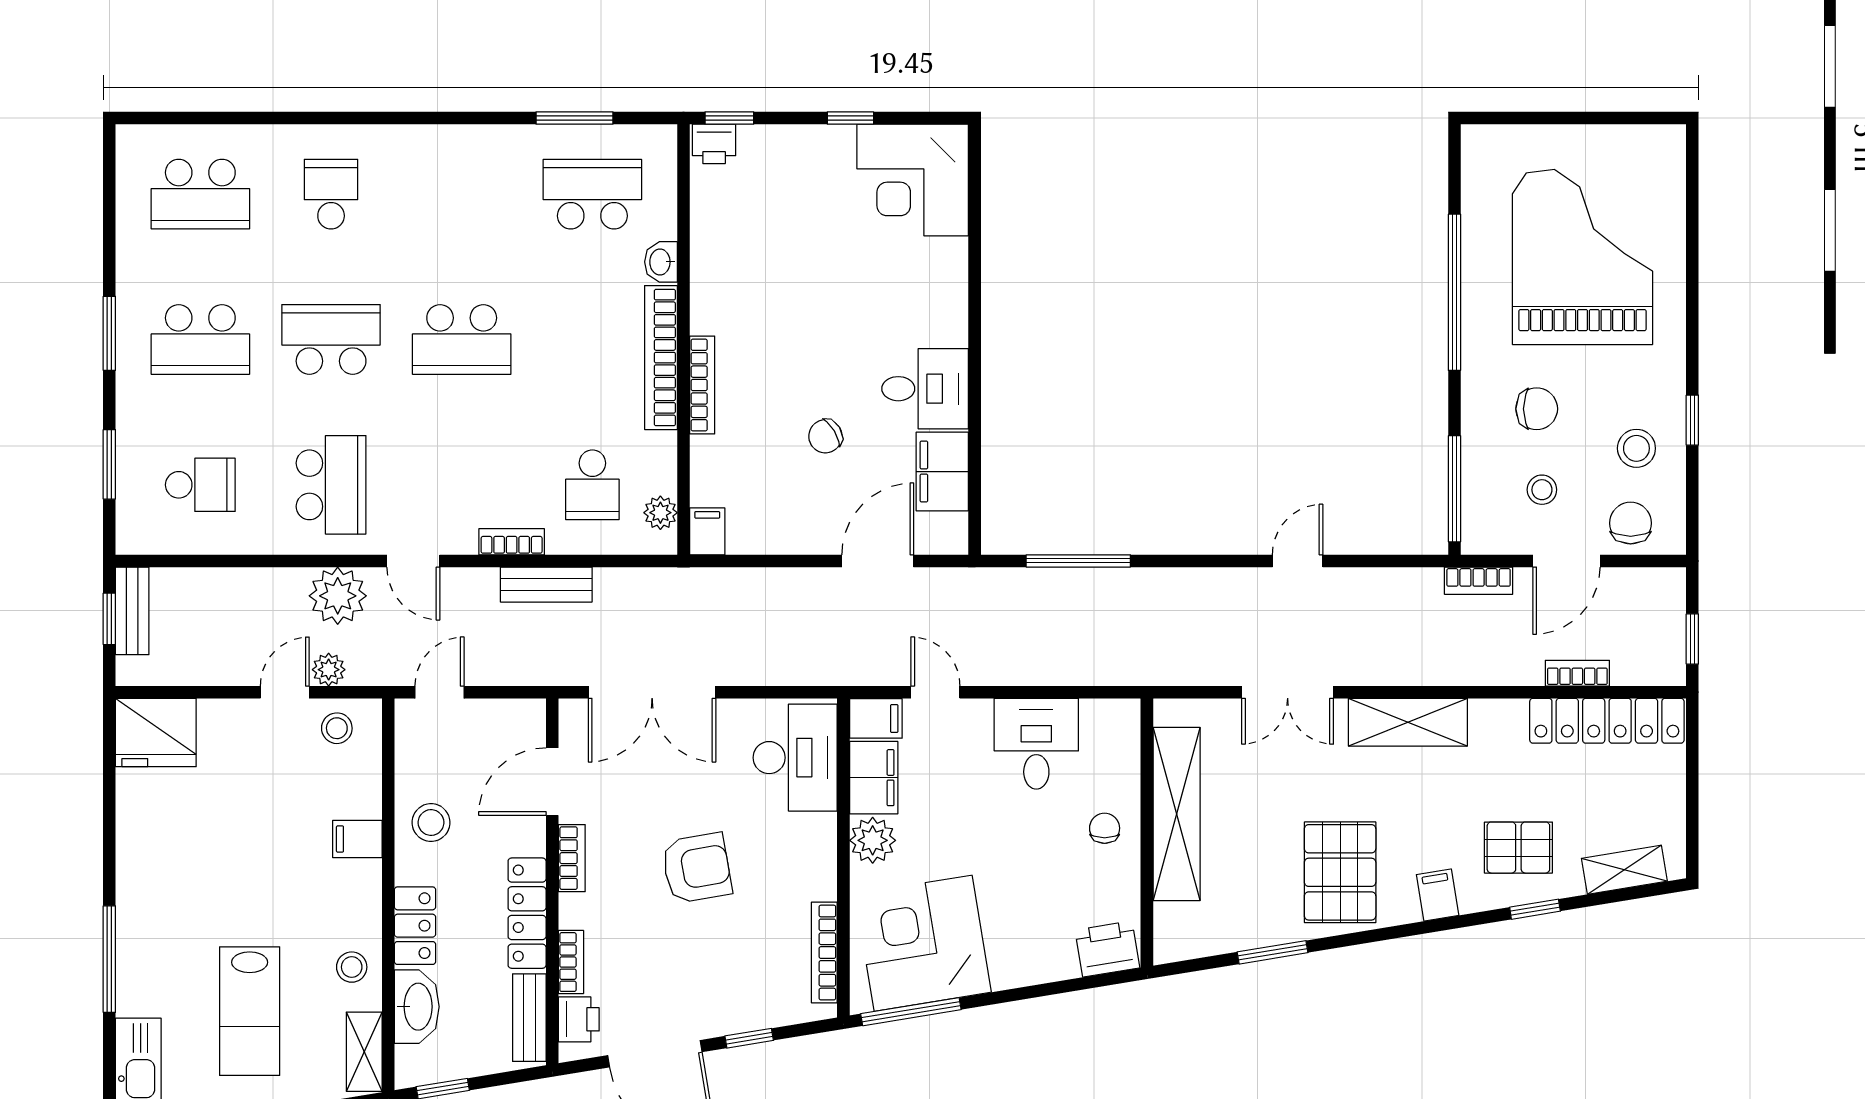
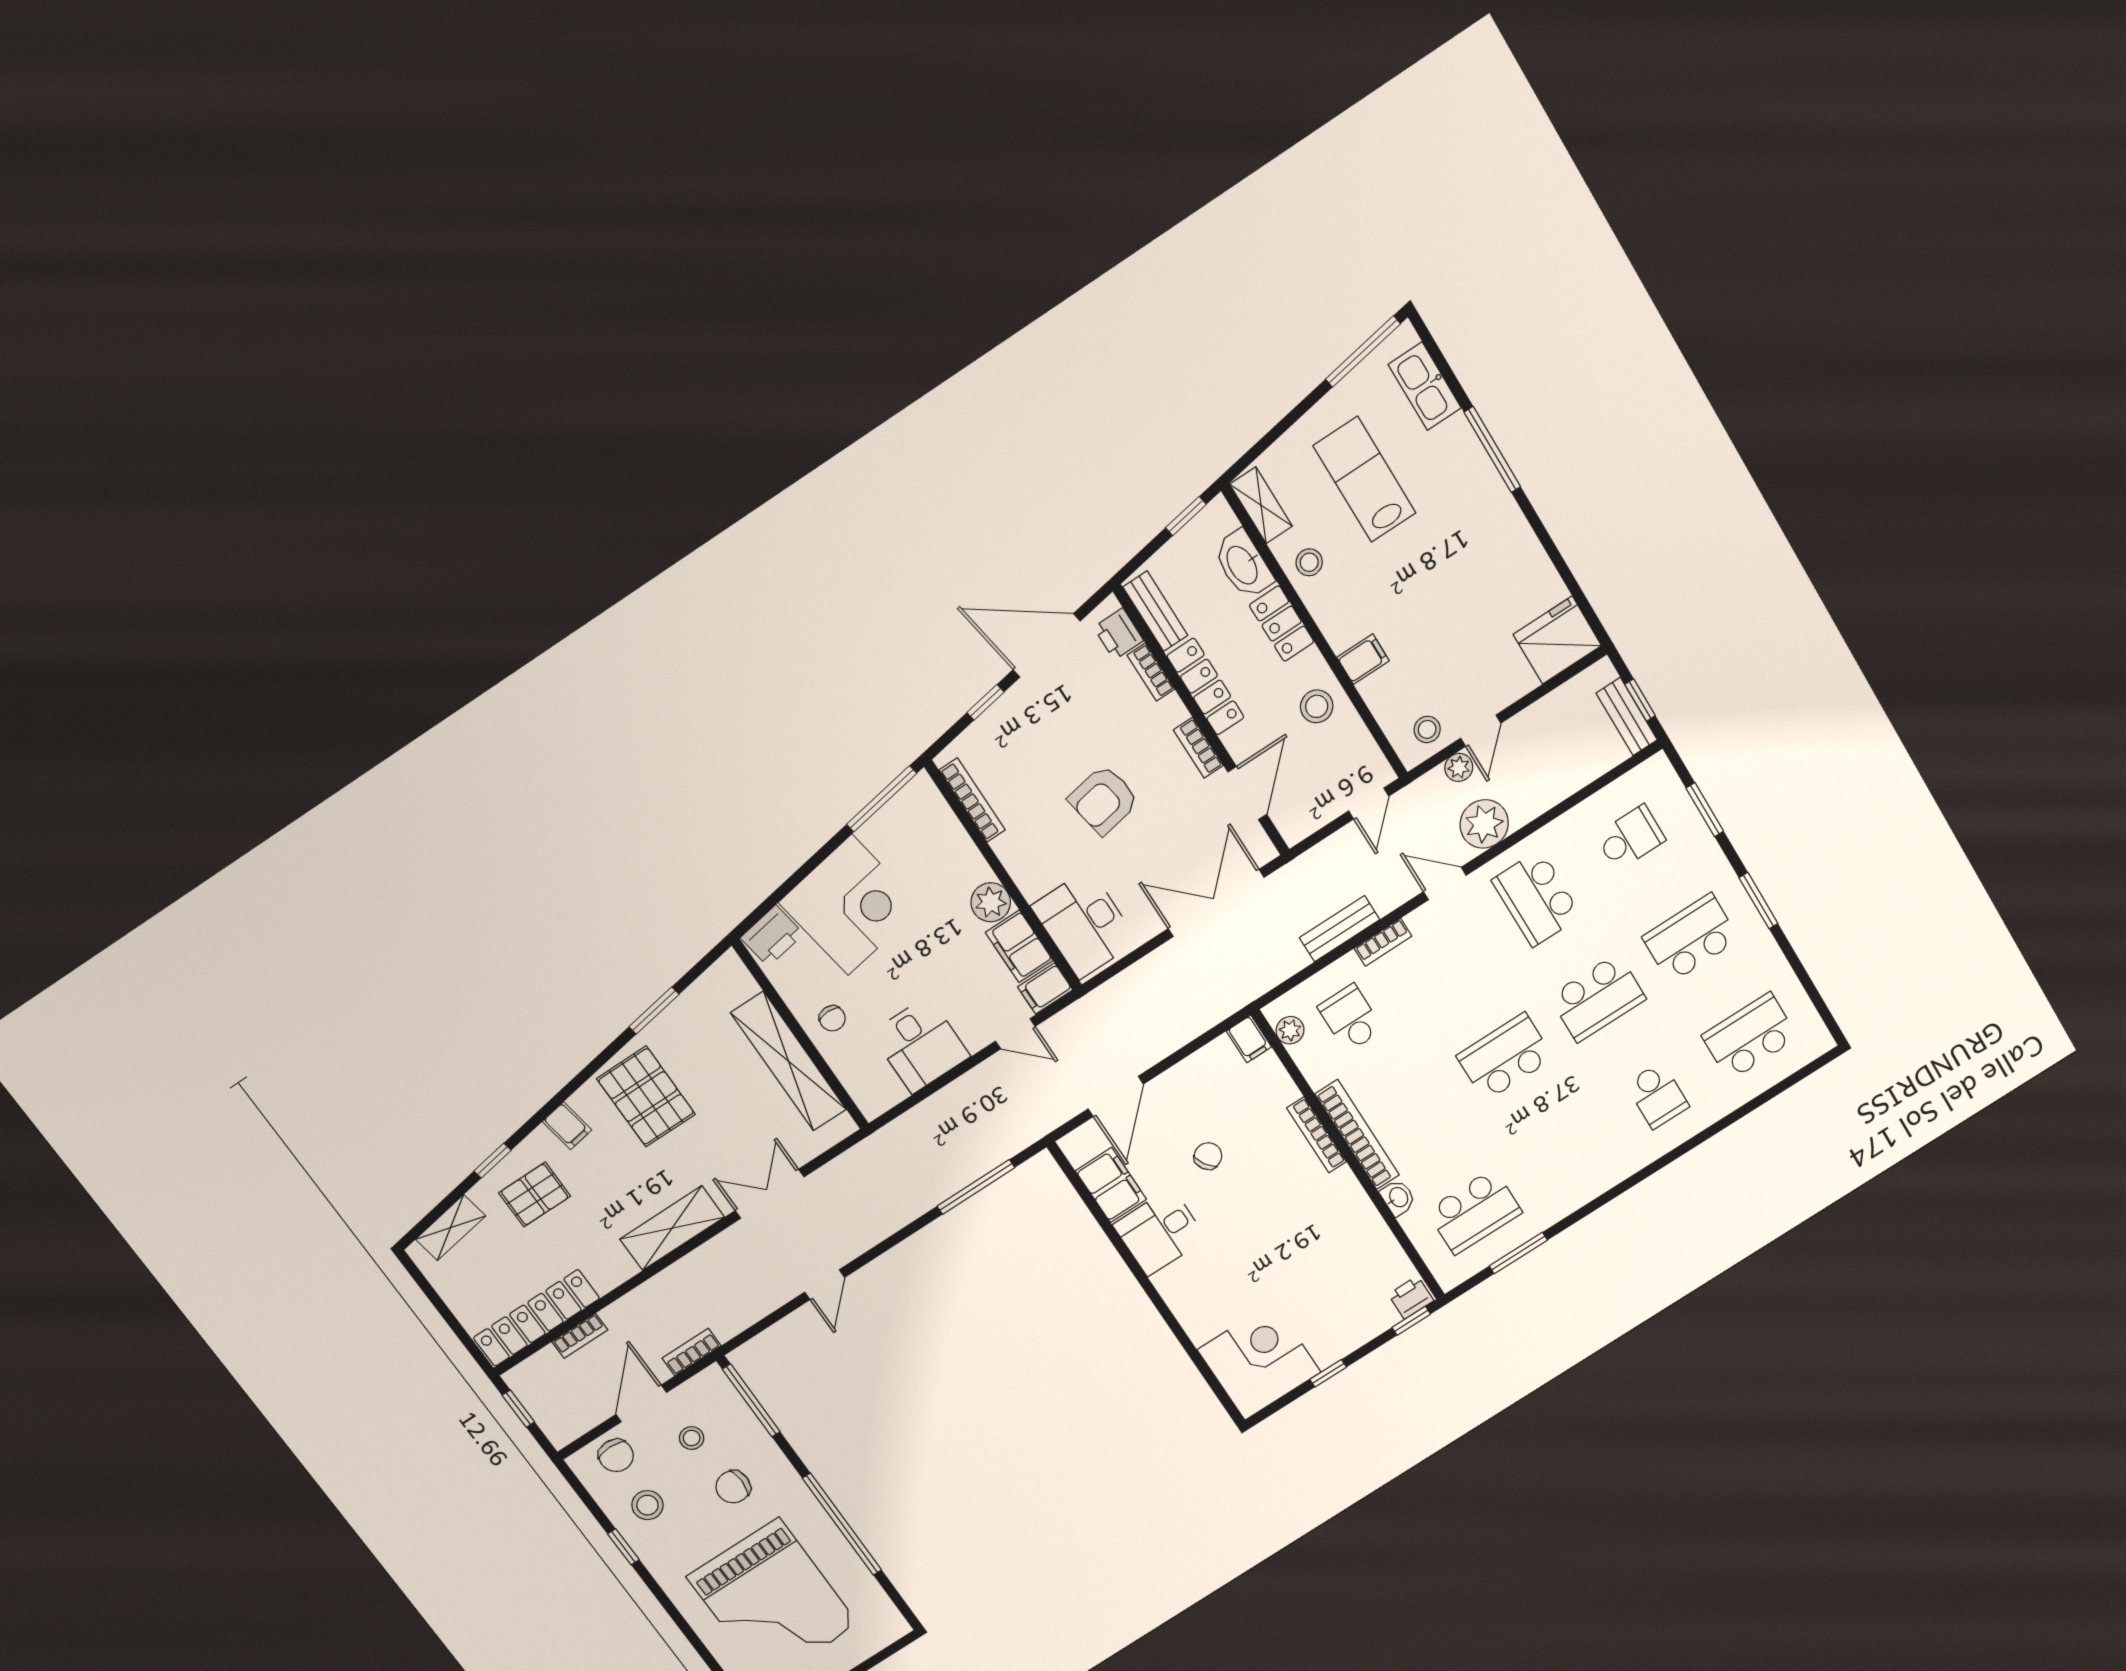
school desk: (200, 485) -> (1630, 838), turned 180
corner desk: (923, 943) -> (850, 905), moved

